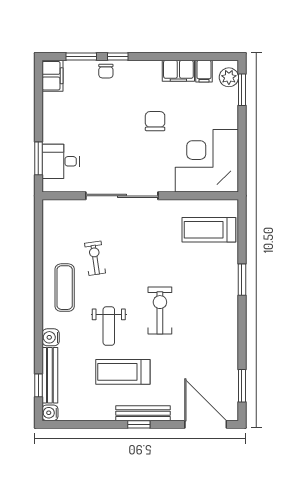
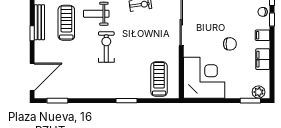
filing cabinet: (204, 71) -> (263, 35), moved
exercise bike: (160, 311) -> (106, 47), turned -90
bench: (143, 413) -> (39, 22), moved

